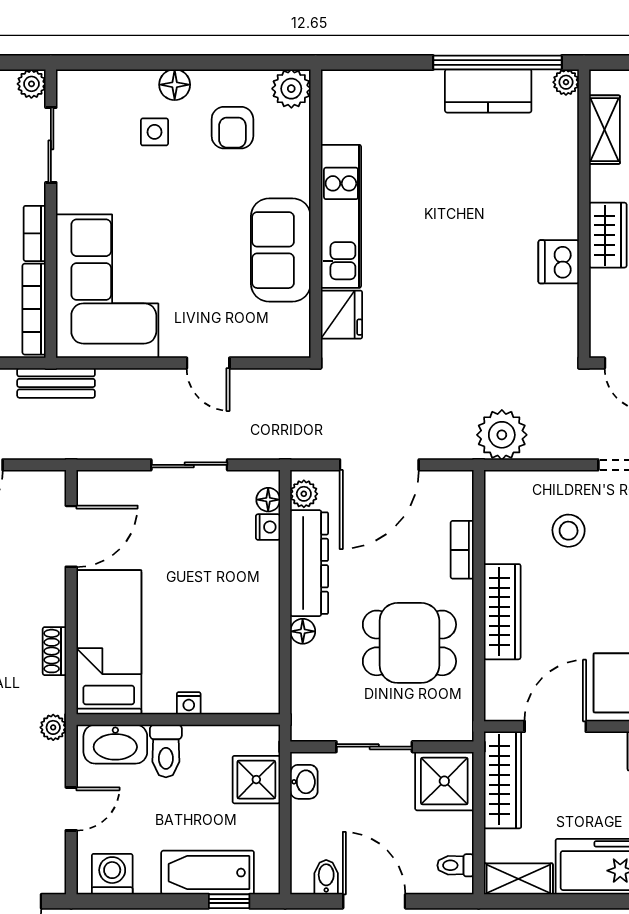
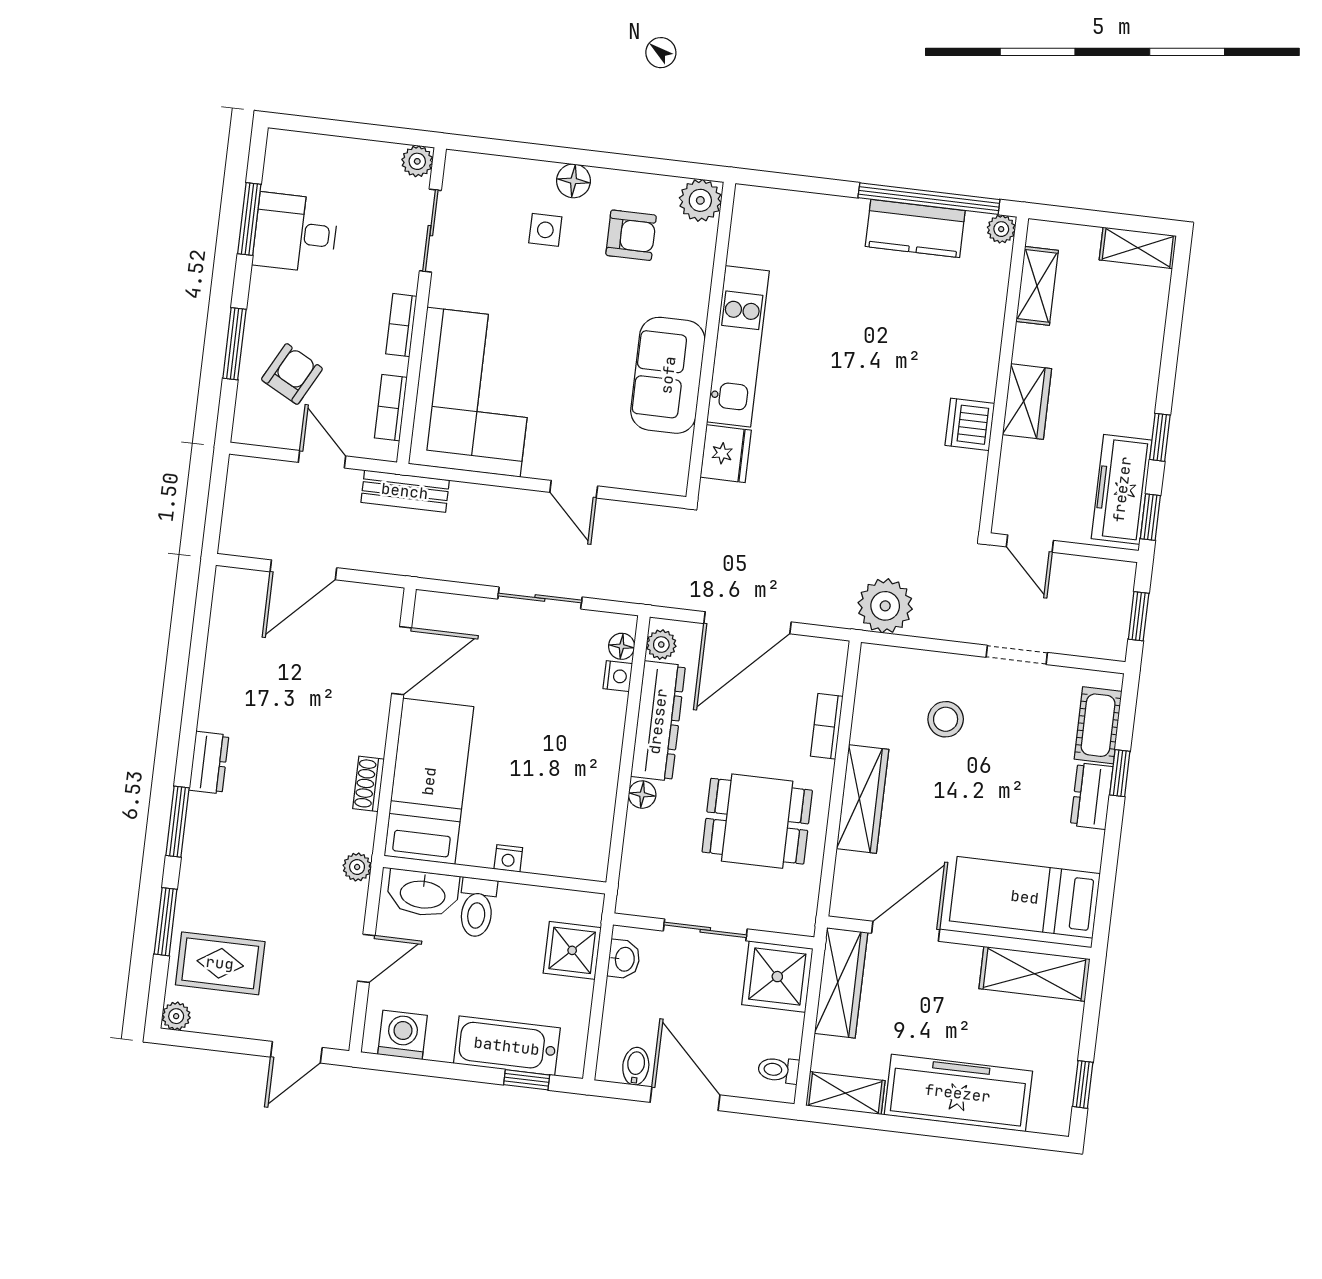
armchair: (232, 128) -> (631, 235), turned -90
bookcase: (34, 309) -> (391, 408), width x0.64

